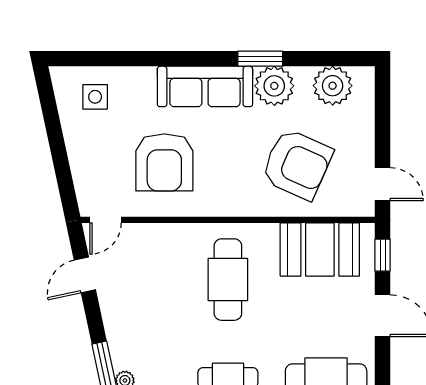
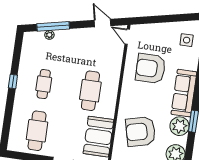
armchair: (297, 164) -> (141, 132), turned 52
cafe table: (228, 280) -> (90, 91), turned 90

